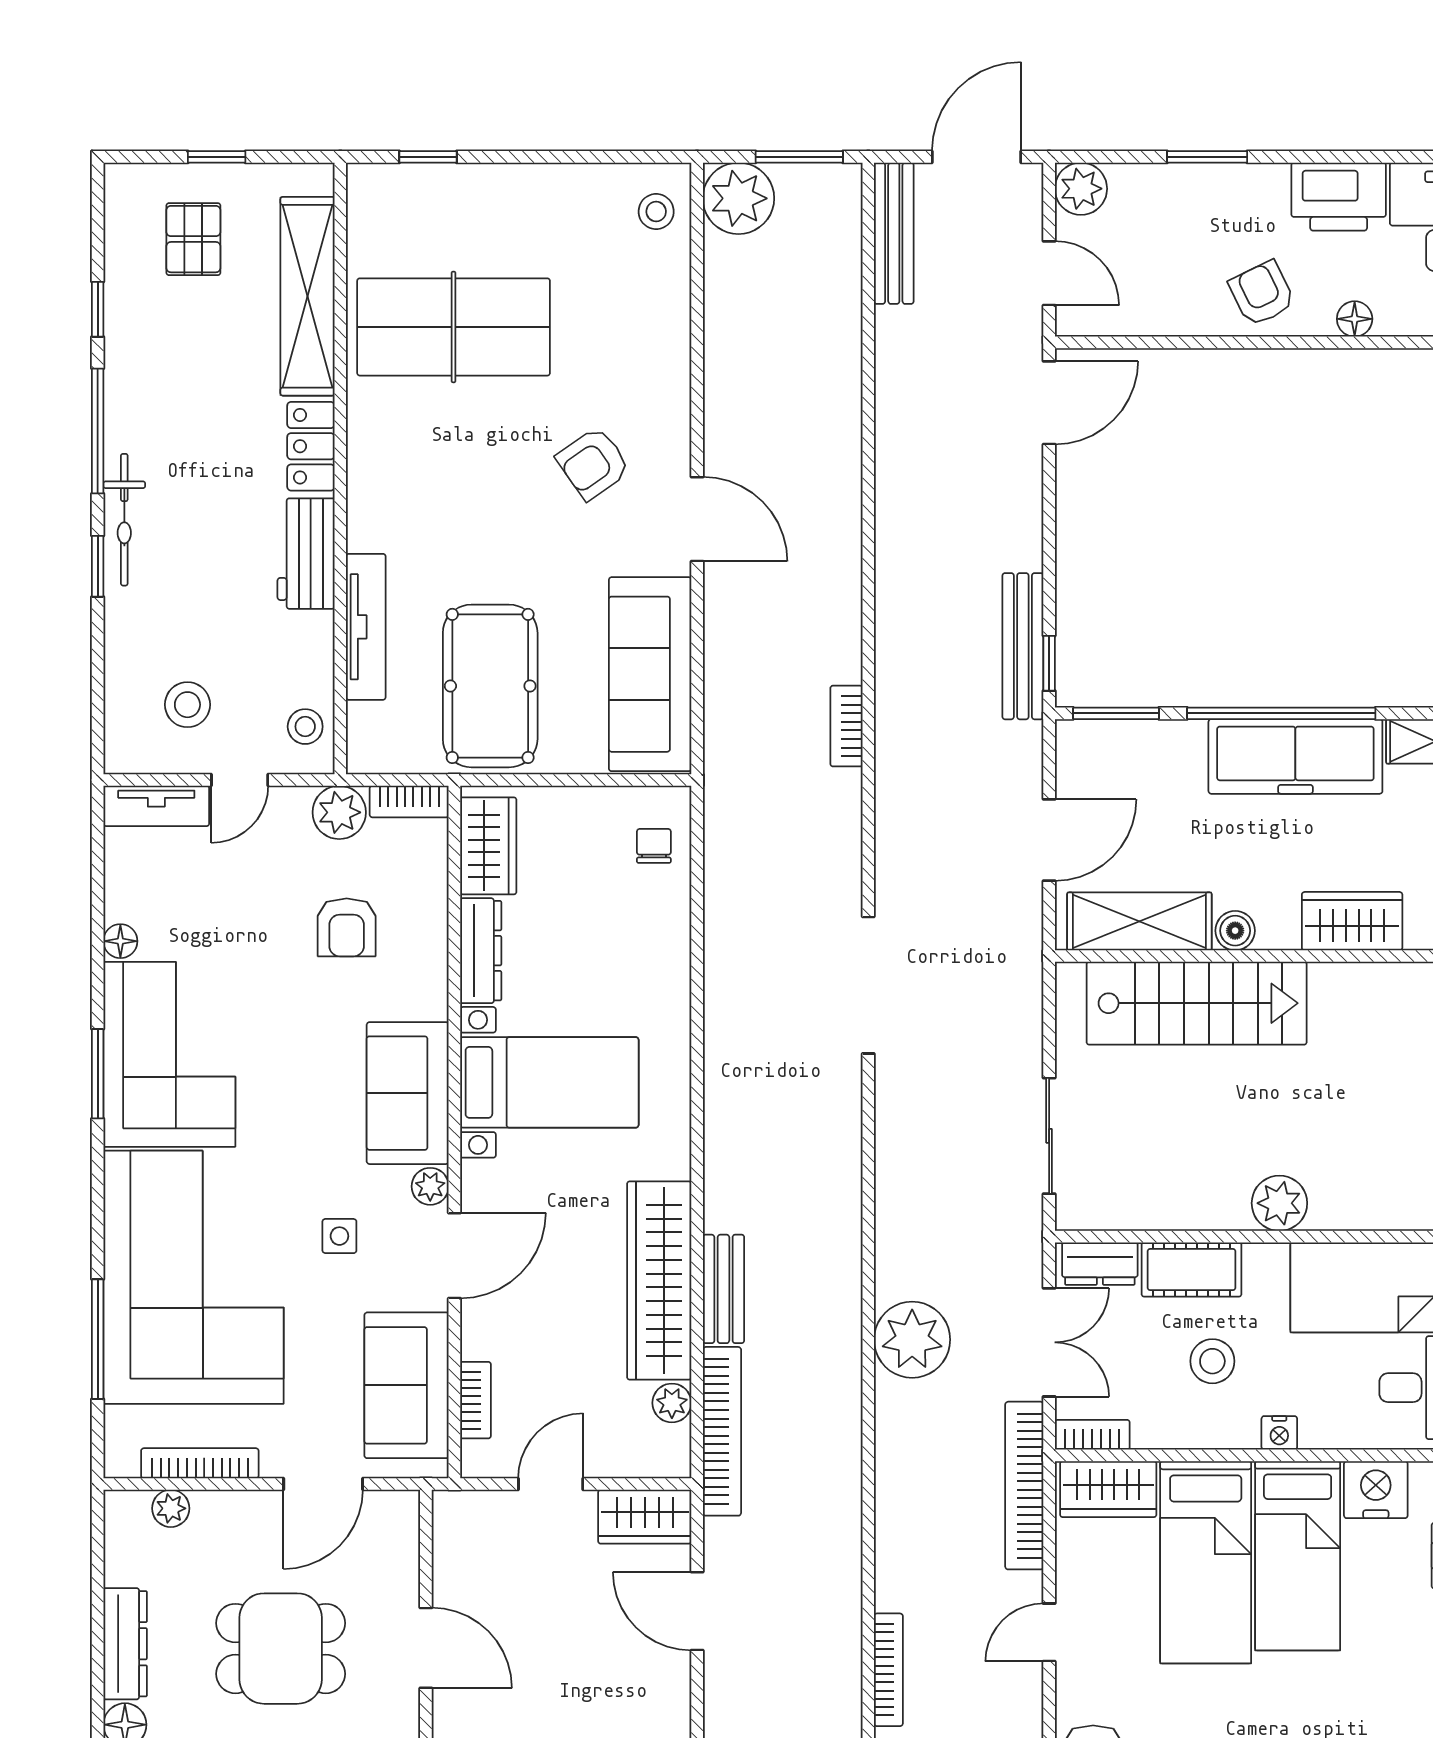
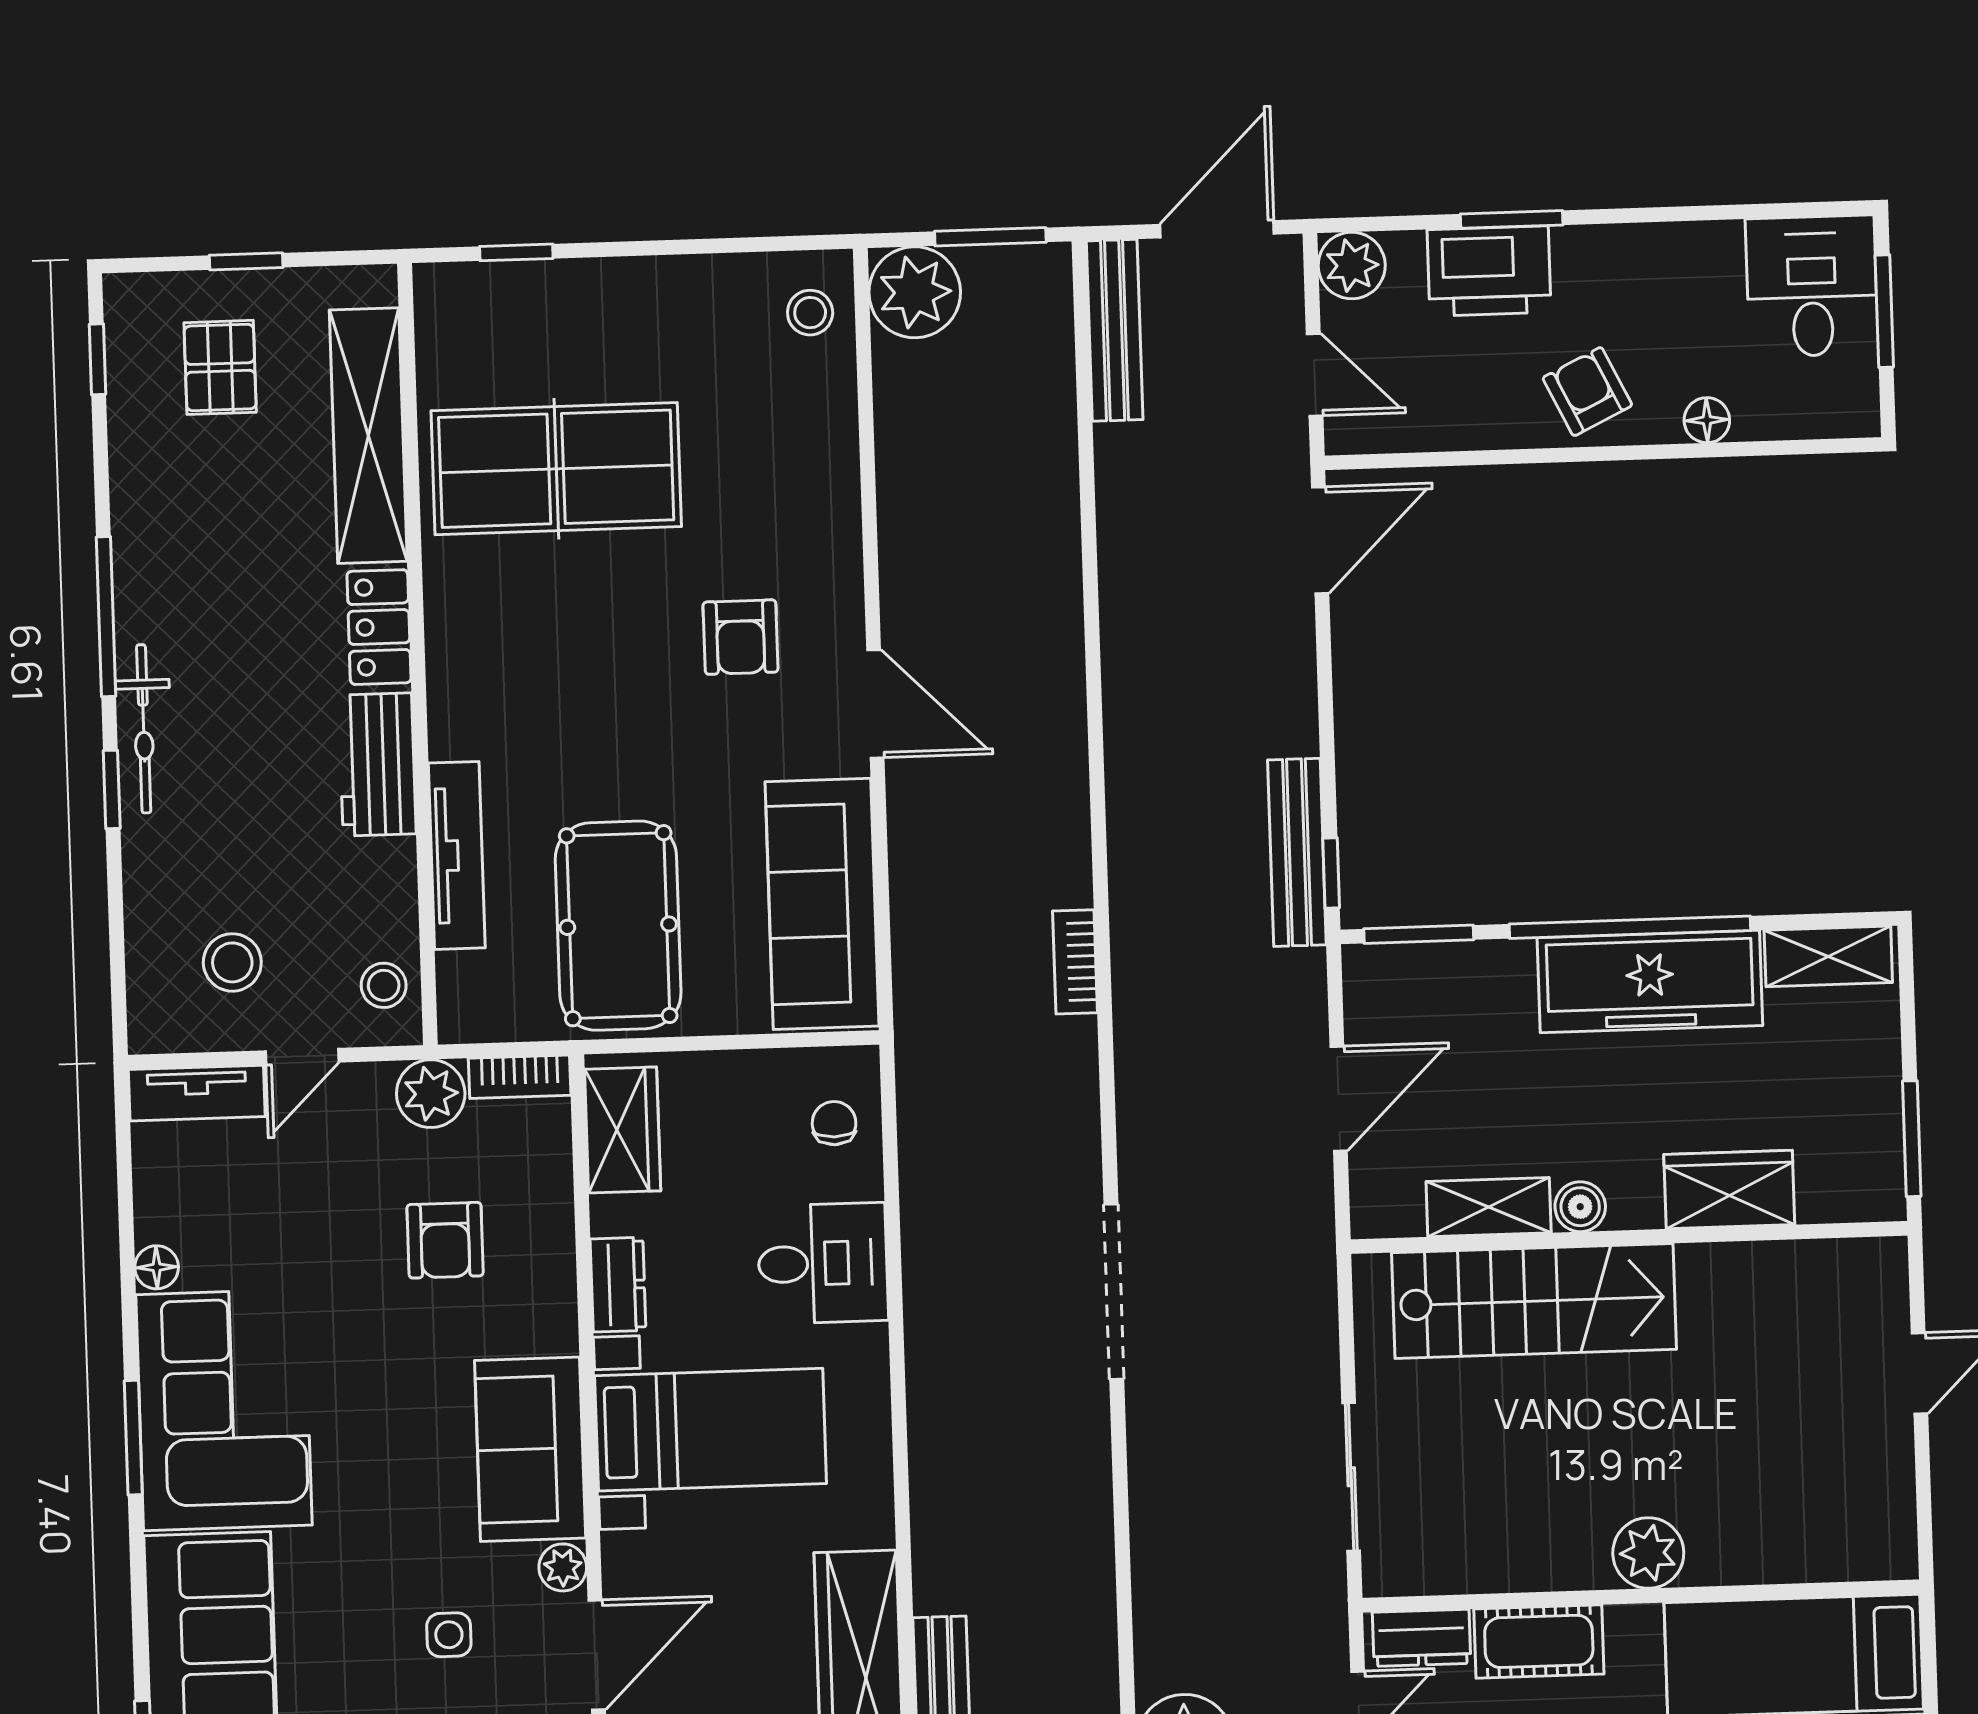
printer: (1339, 197) -> (1489, 271), moved
window: (98, 309) -> (97, 359), moved
armchair: (593, 463) -> (740, 637), turned -55
shelving: (1139, 921) -> (1489, 1207), width x0.67, depth x0.75
dresser: (481, 951) -> (618, 1285), width x0.70
desk: (641, 955) -> (823, 1263), added

